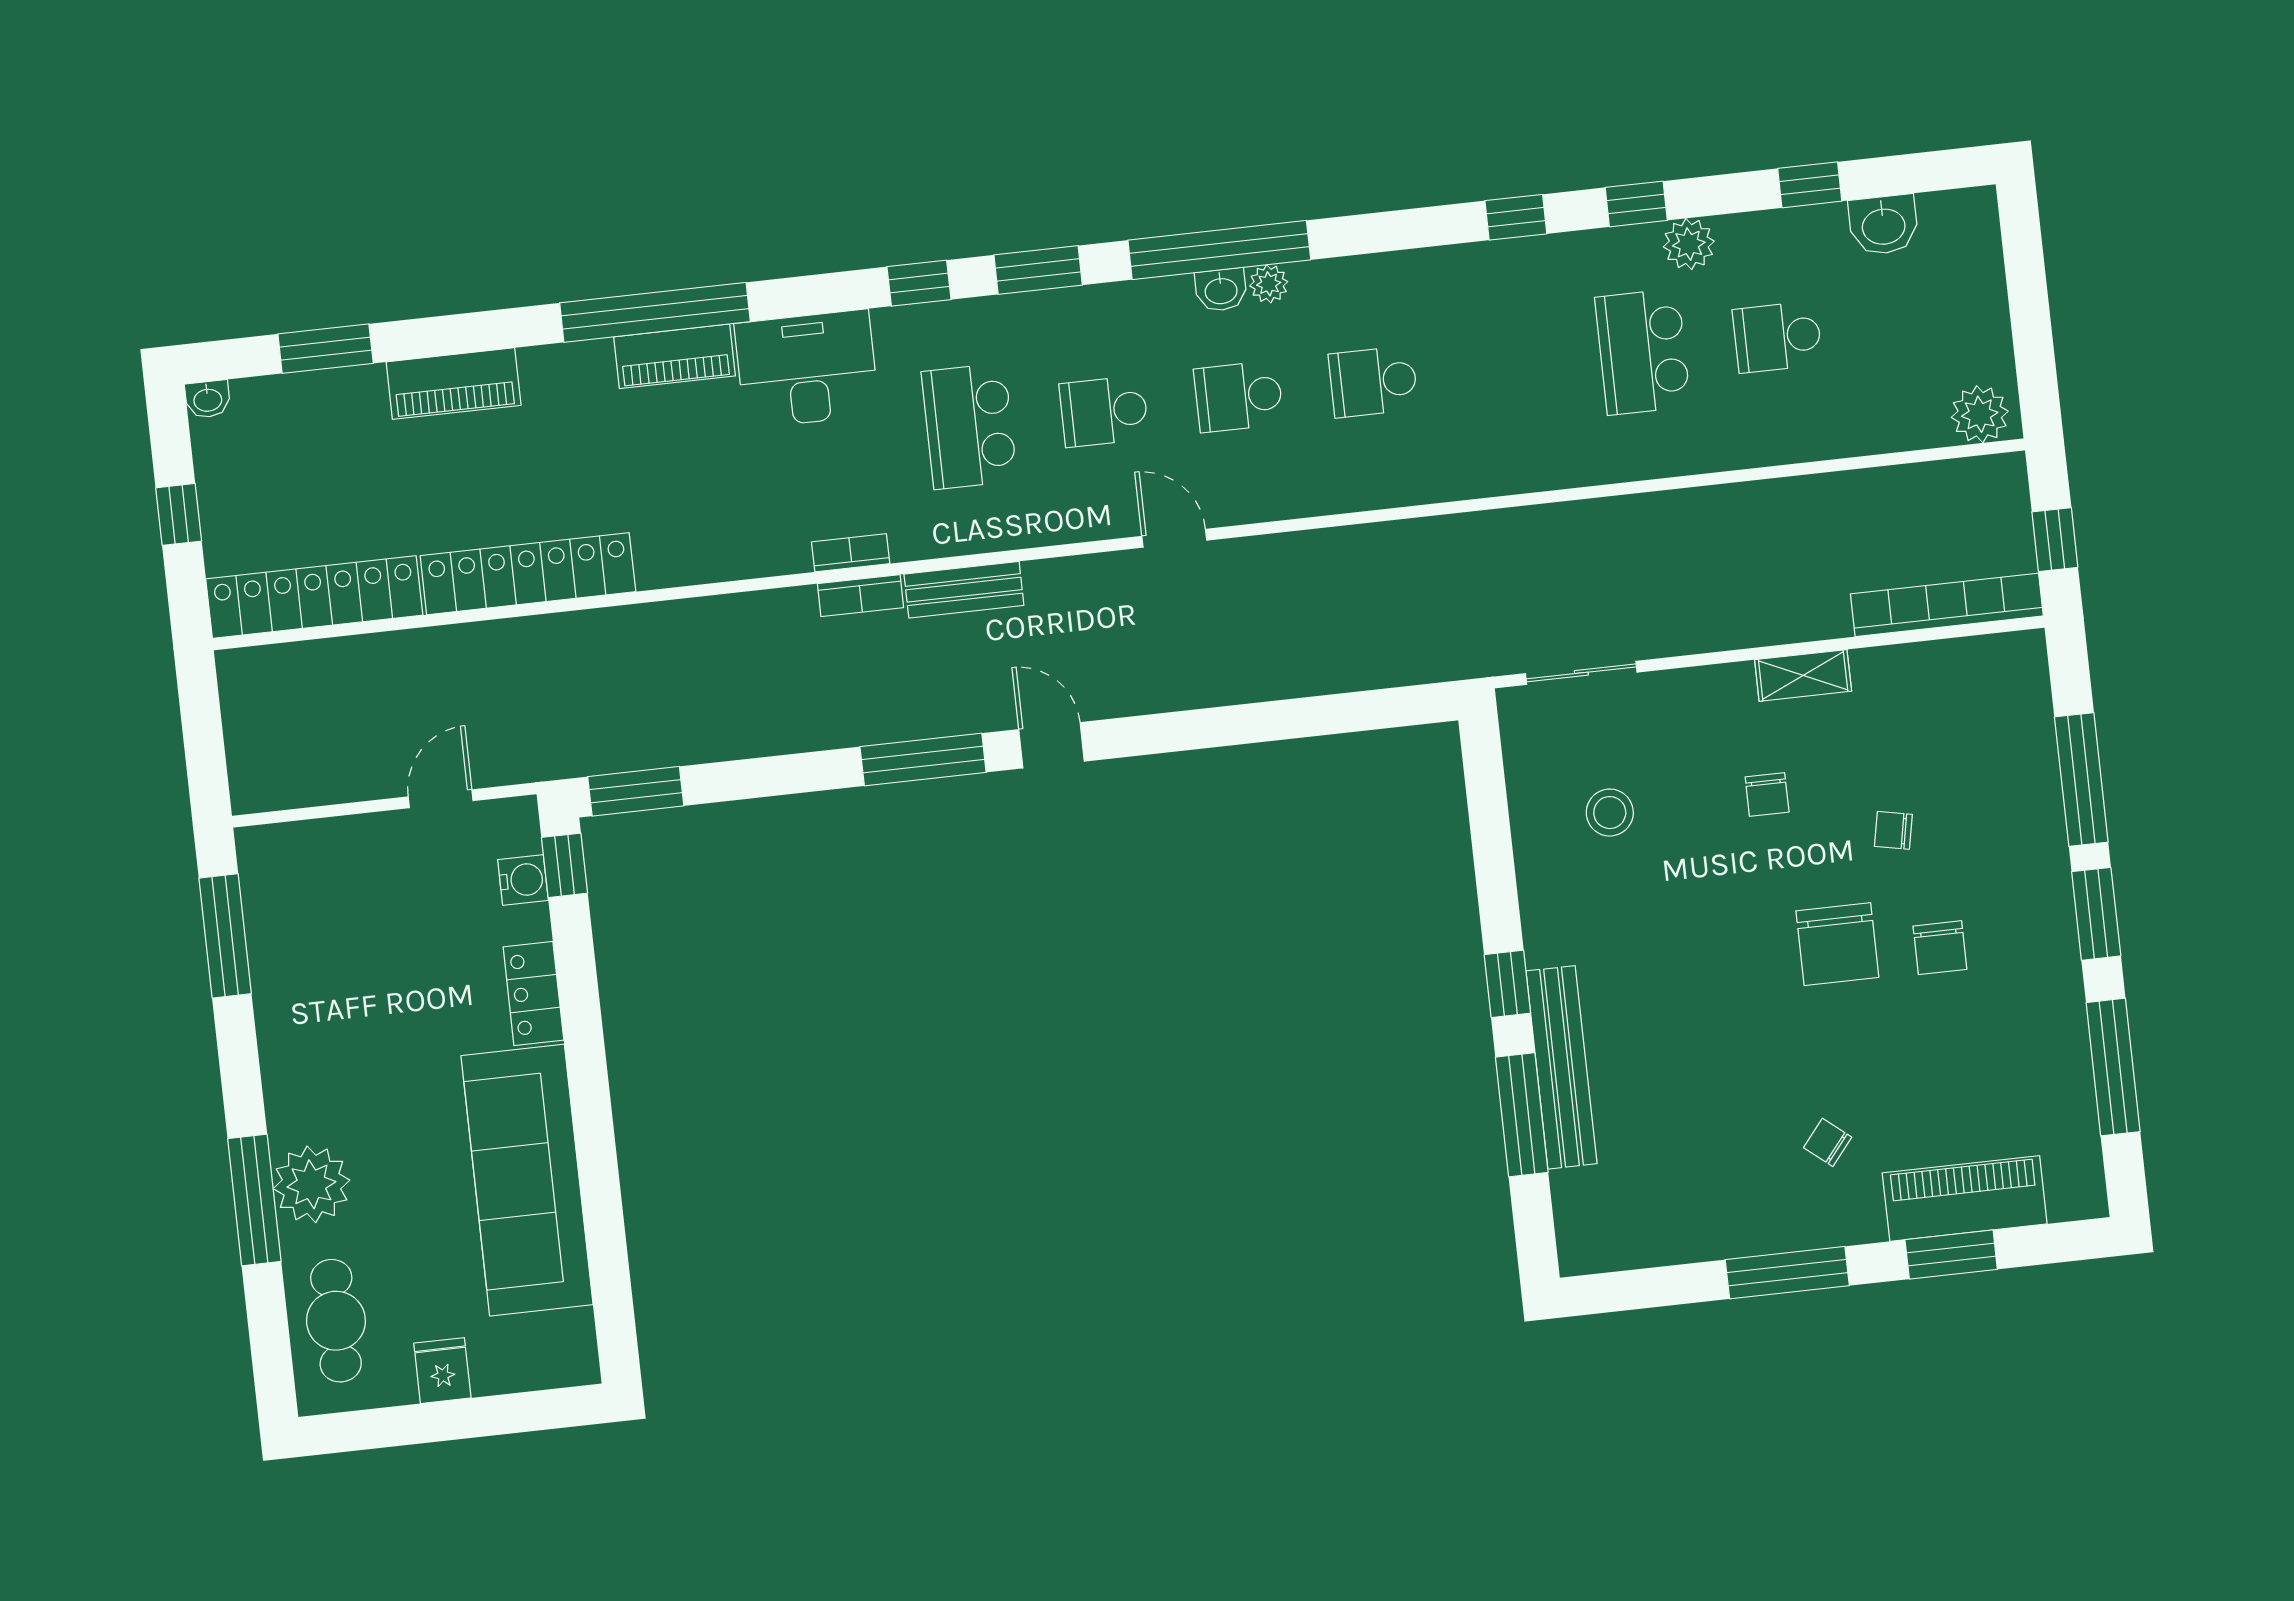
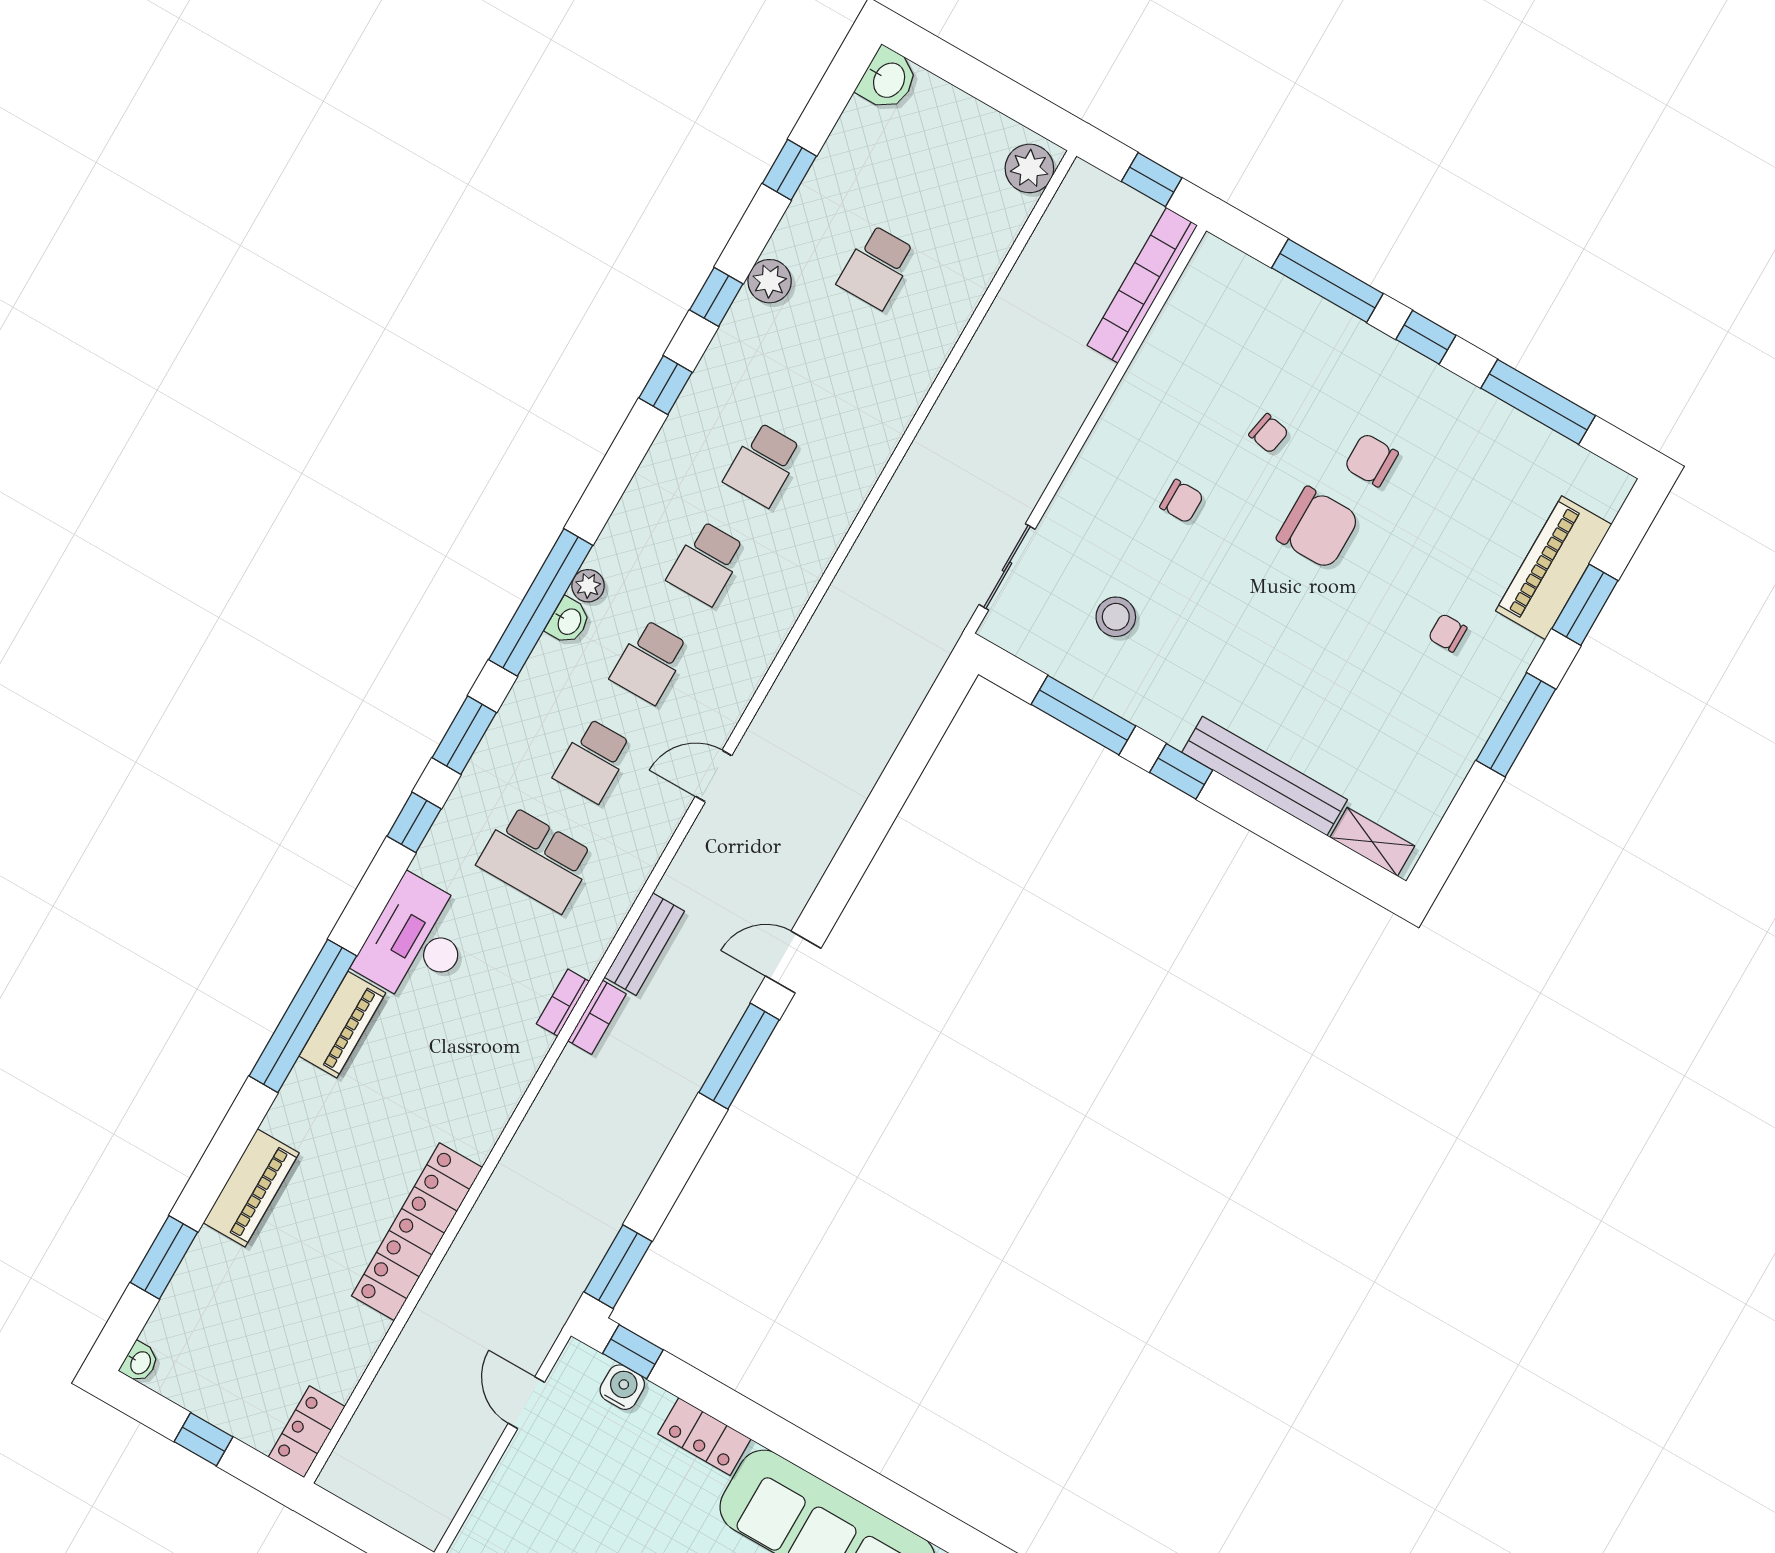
washbasin: (1883, 225) -> (888, 79), moved
school desk: (1643, 352) -> (763, 465), moved, width x0.54
locker: (314, 597) -> (307, 1432), width x0.46, depth x0.83
shelving: (1803, 675) -> (1372, 842), moved, turned 90
chair: (1893, 830) -> (1269, 433), turned -90
window: (2096, 914) -> (1426, 337), width x0.67
chair: (1940, 948) -> (1371, 460), turned 180
window: (1522, 1115) -> (1083, 715), moved
chair: (1828, 1142) -> (1448, 633), turned 51

